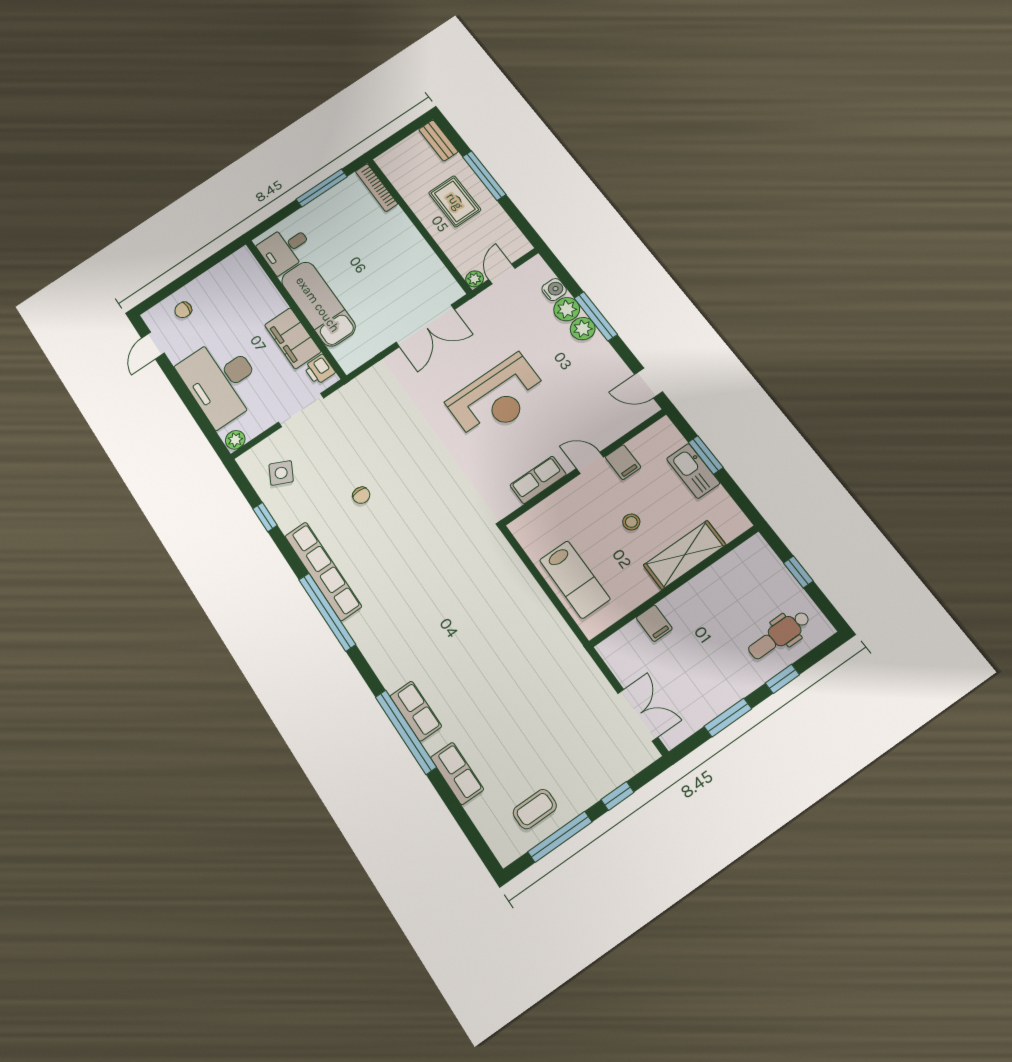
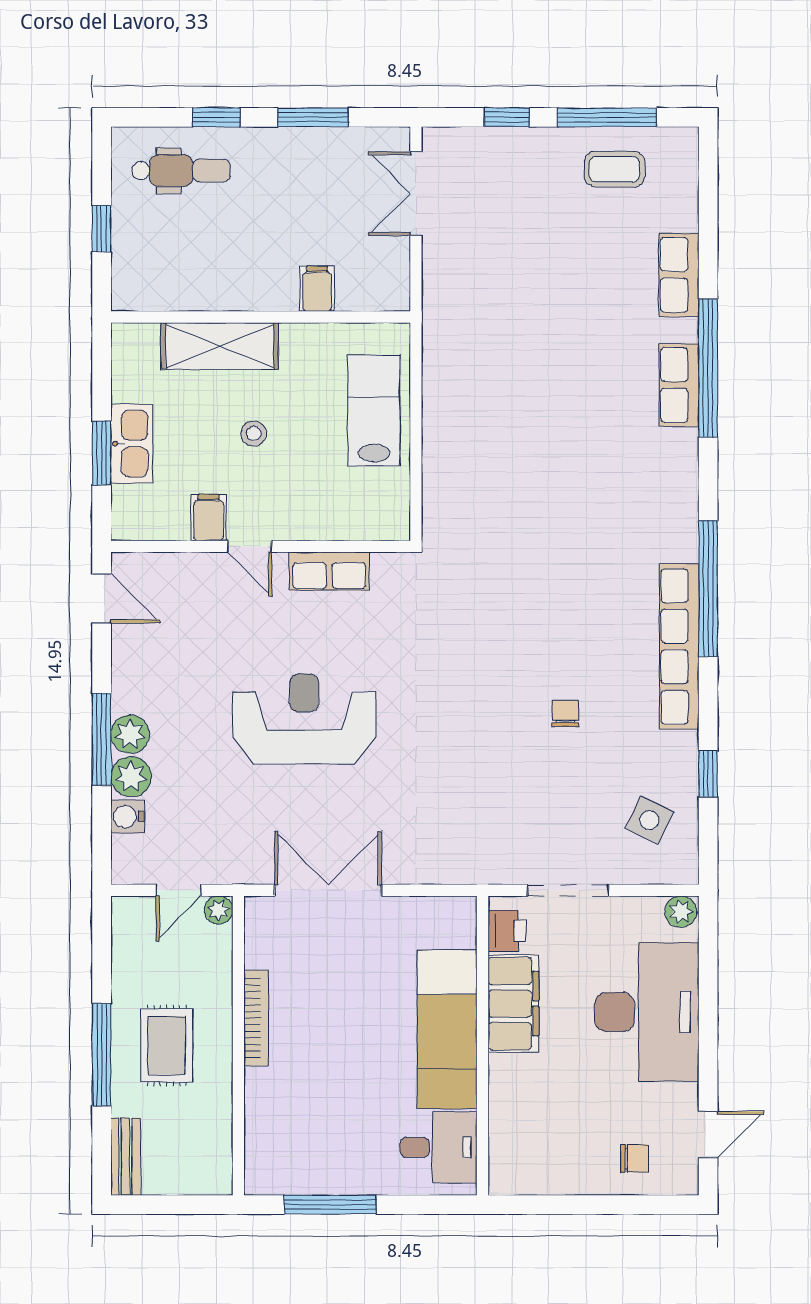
bookcase: (377, 188) -> (256, 1018), moved

